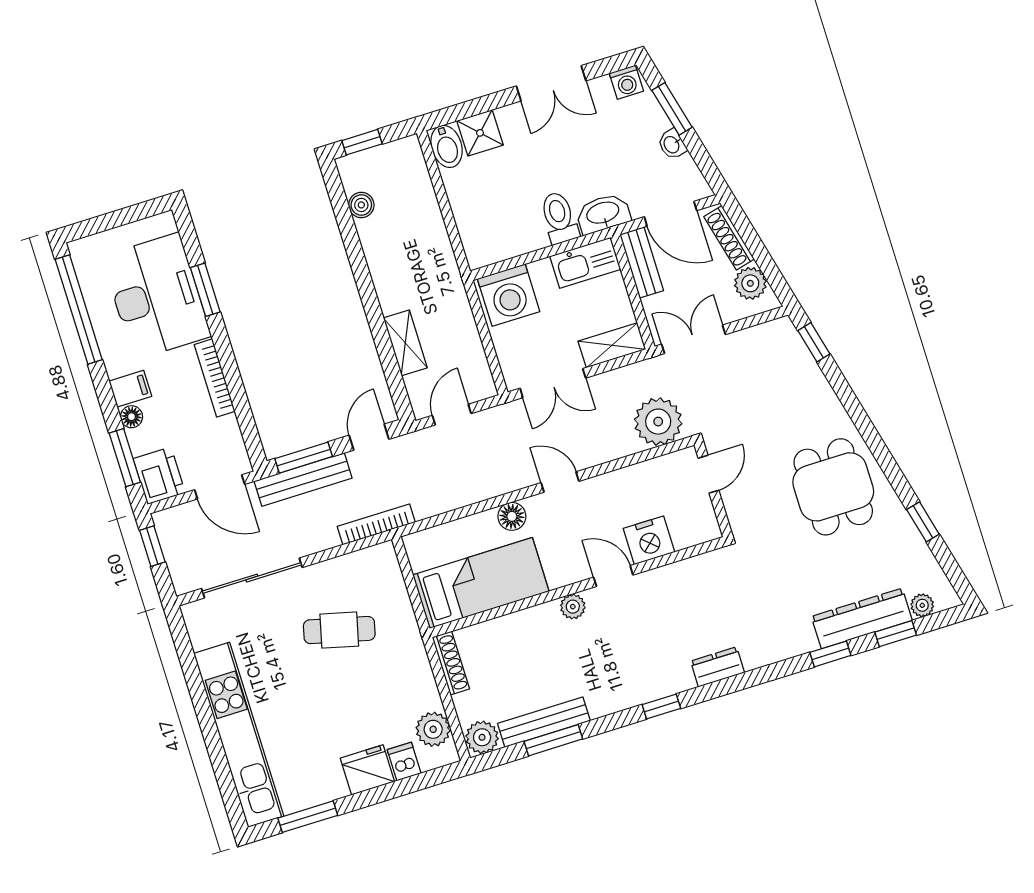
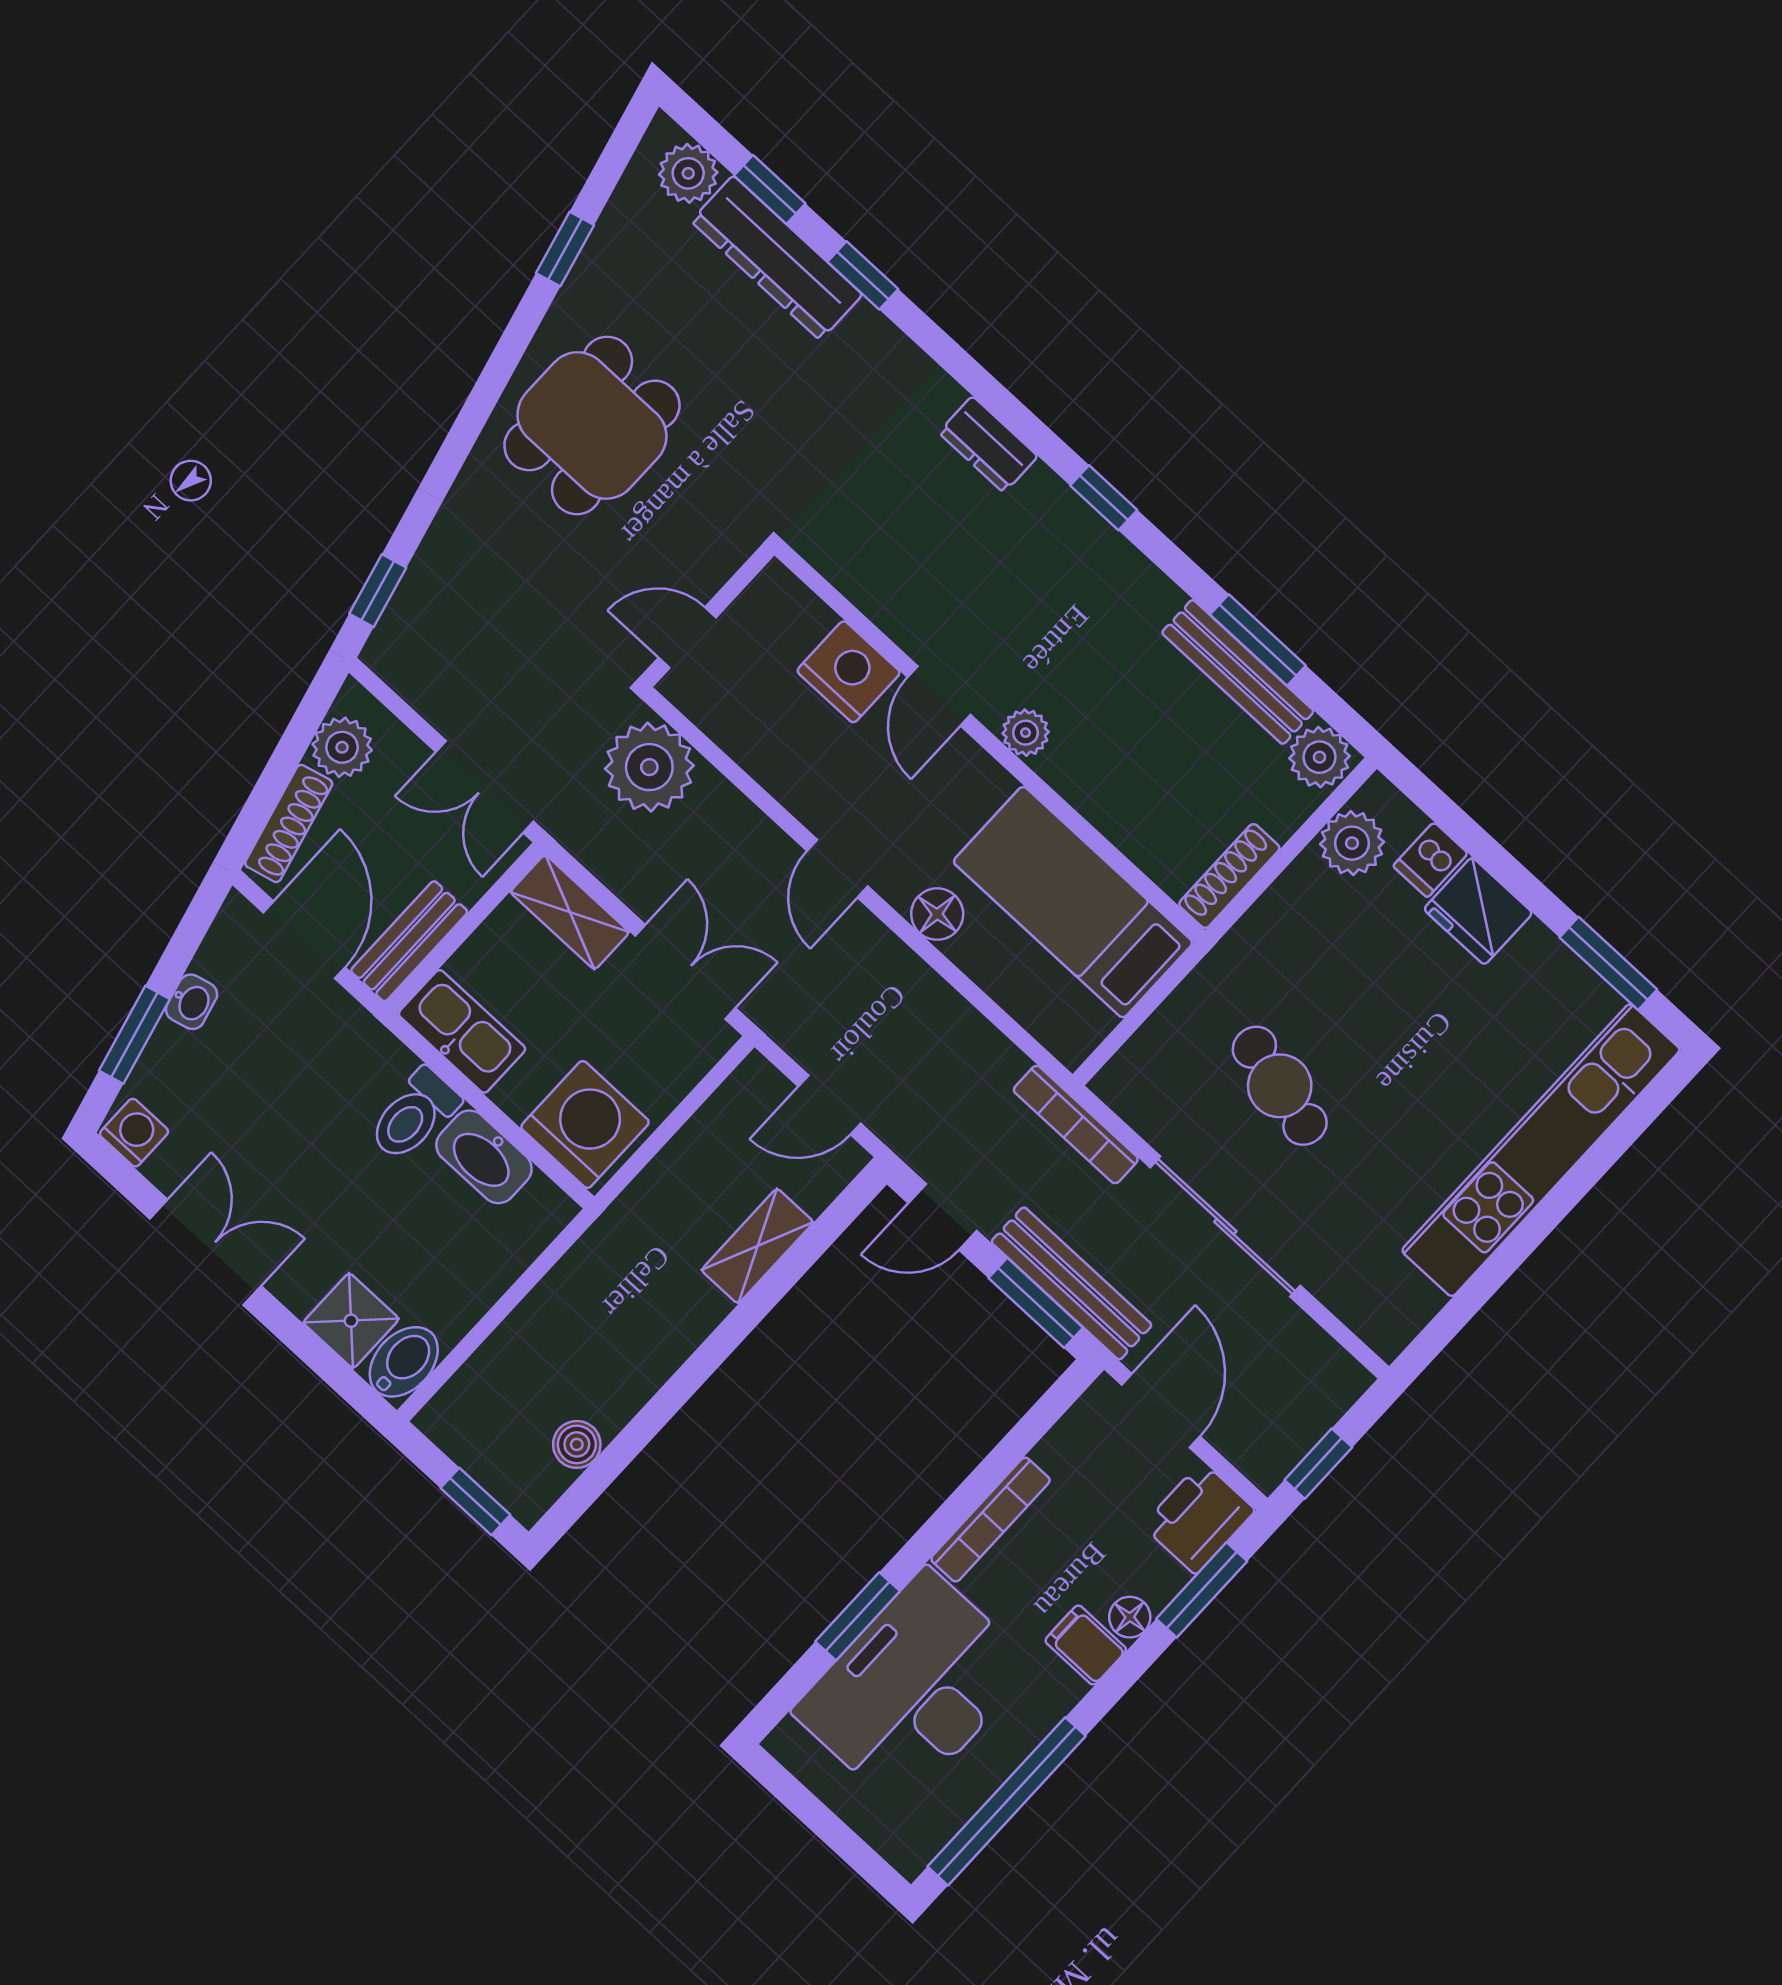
washbasin: (603, 214) -> (484, 1157), moved
sliding door: (252, 578) -> (1225, 1227), moved
plant: (922, 605) -> (688, 173), width x1.38, depth x1.38

